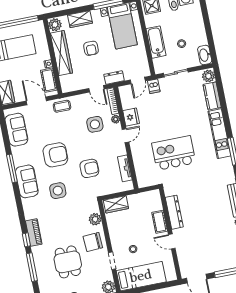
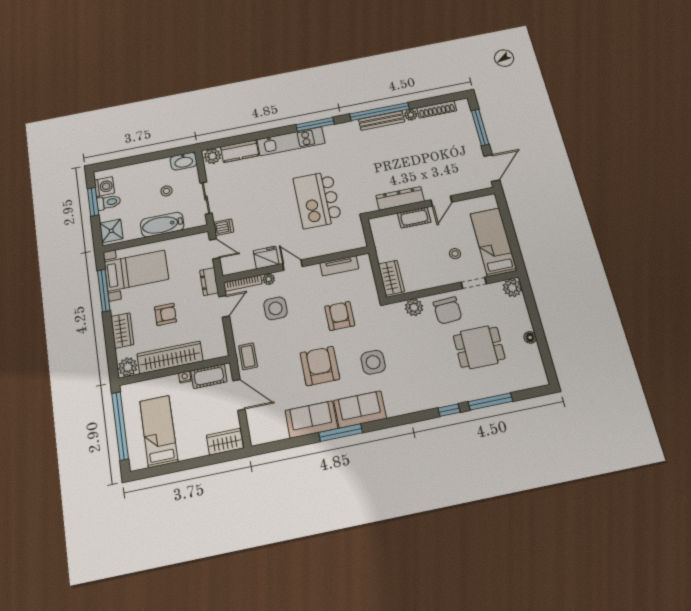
door: (36, 101) -> (239, 395), swing flipped
sofa: (16, 130) -> (311, 419), moved
piano: (34, 233) -> (437, 399), removed

